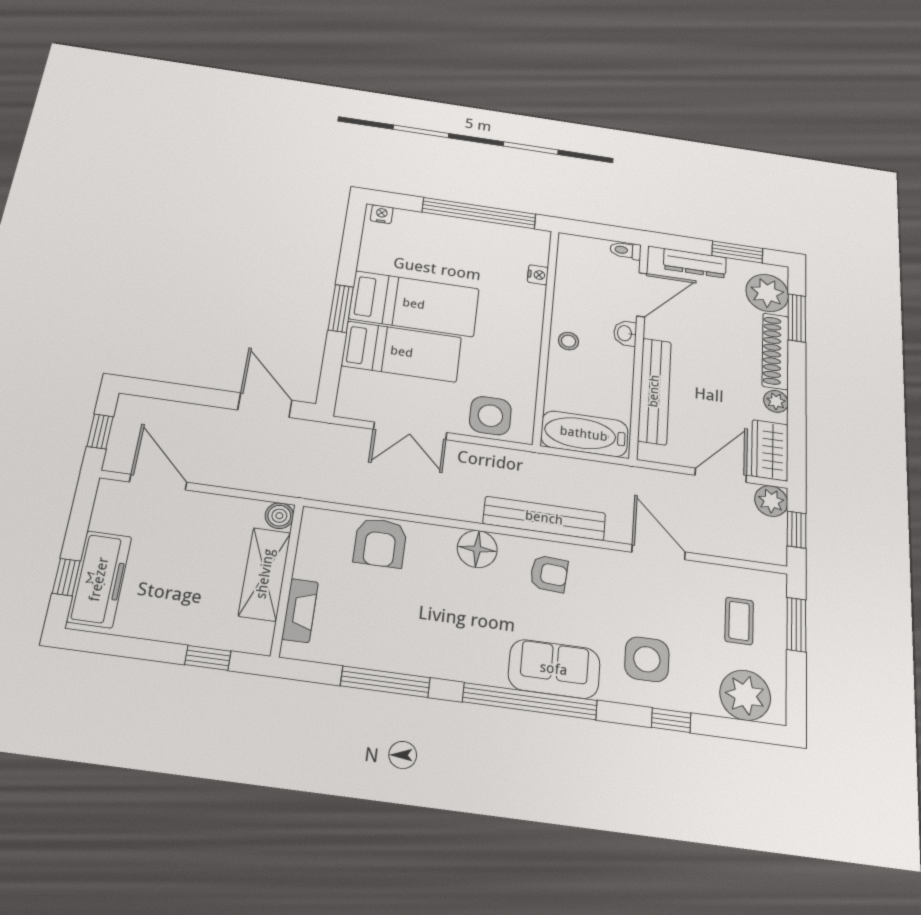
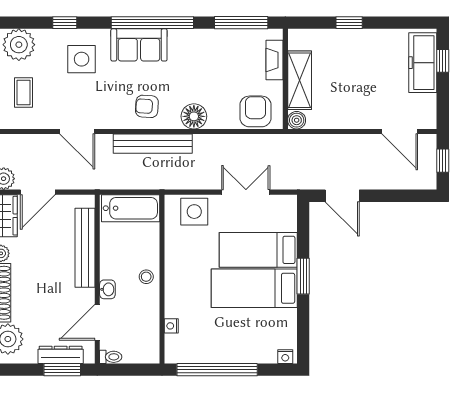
window: (737, 252) -> (62, 370), moved
boiler: (279, 516) -> (297, 120), moved
shelving: (265, 574) -> (300, 80), moved
wall: (287, 579) -> (285, 79), moved
fireplace: (300, 610) -> (274, 60), moved

